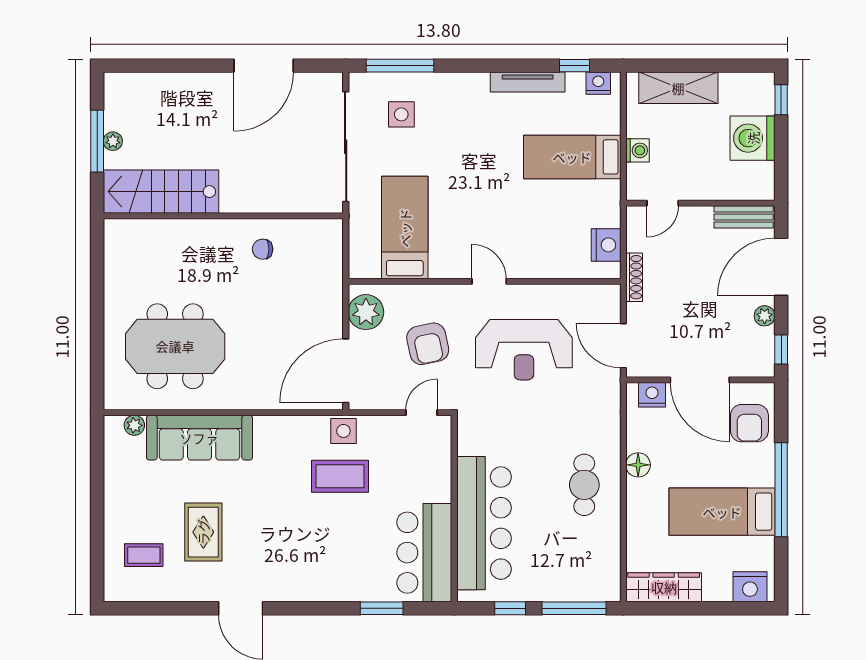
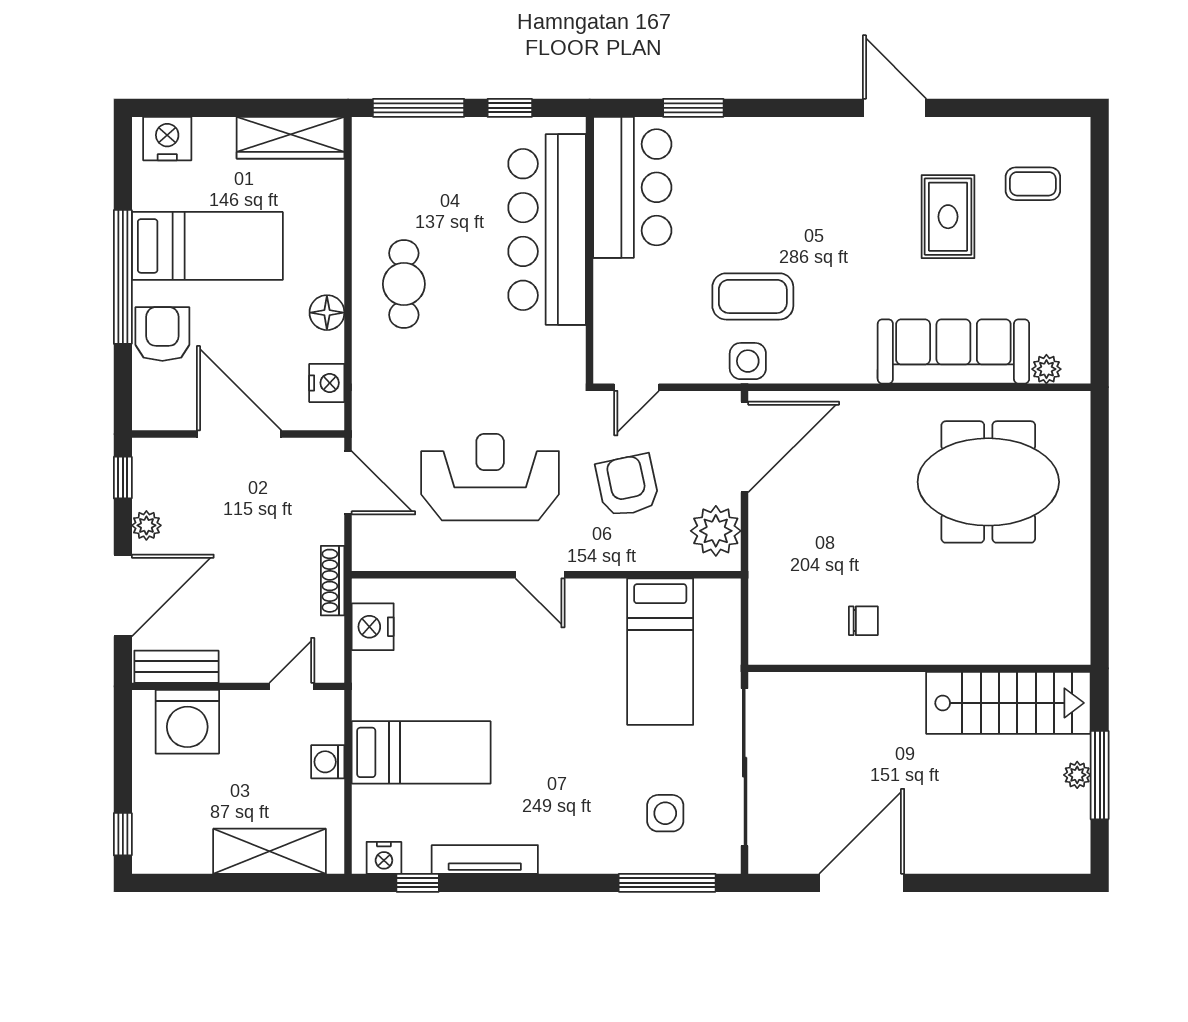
washing machine: (753, 138) -> (187, 722), moved, turned 90
nightstand: (652, 395) -> (327, 383), moved, turned -90
armchair: (749, 423) -> (162, 334), moved

